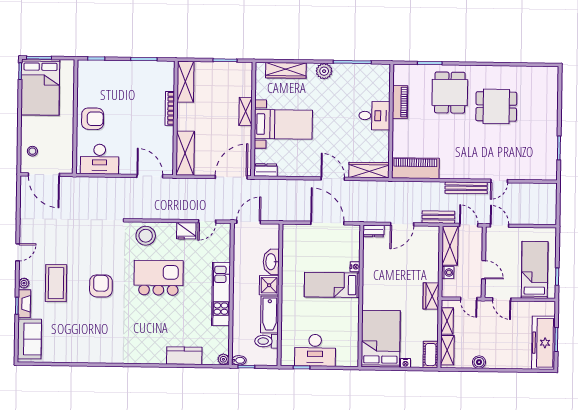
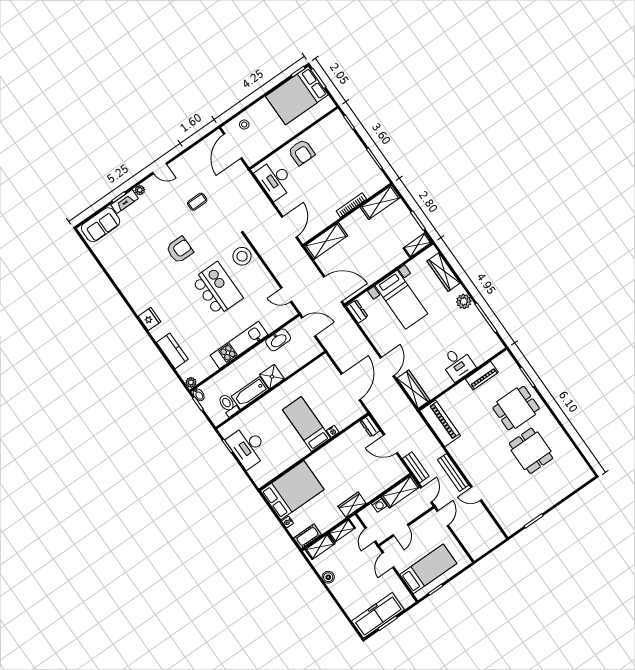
shelving: (246, 112) -> (417, 245), moved
fridge: (186, 231) -> (150, 319), moved, turned 180
washbasin: (271, 262) -> (278, 340), moved, turned 180
coffee table: (56, 283) -> (197, 202), moved, width x0.54, depth x0.58

